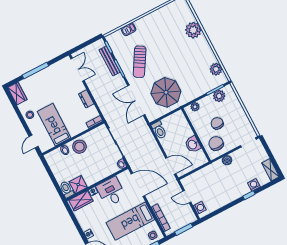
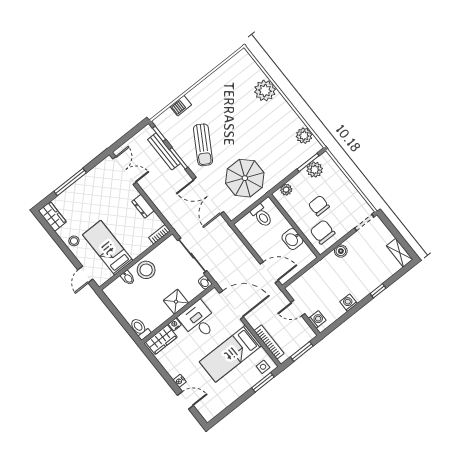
toilet: (159, 130) -> (262, 216), moved
shower: (78, 185) -> (176, 302), moved
washing machine: (254, 185) -> (349, 303), moved

